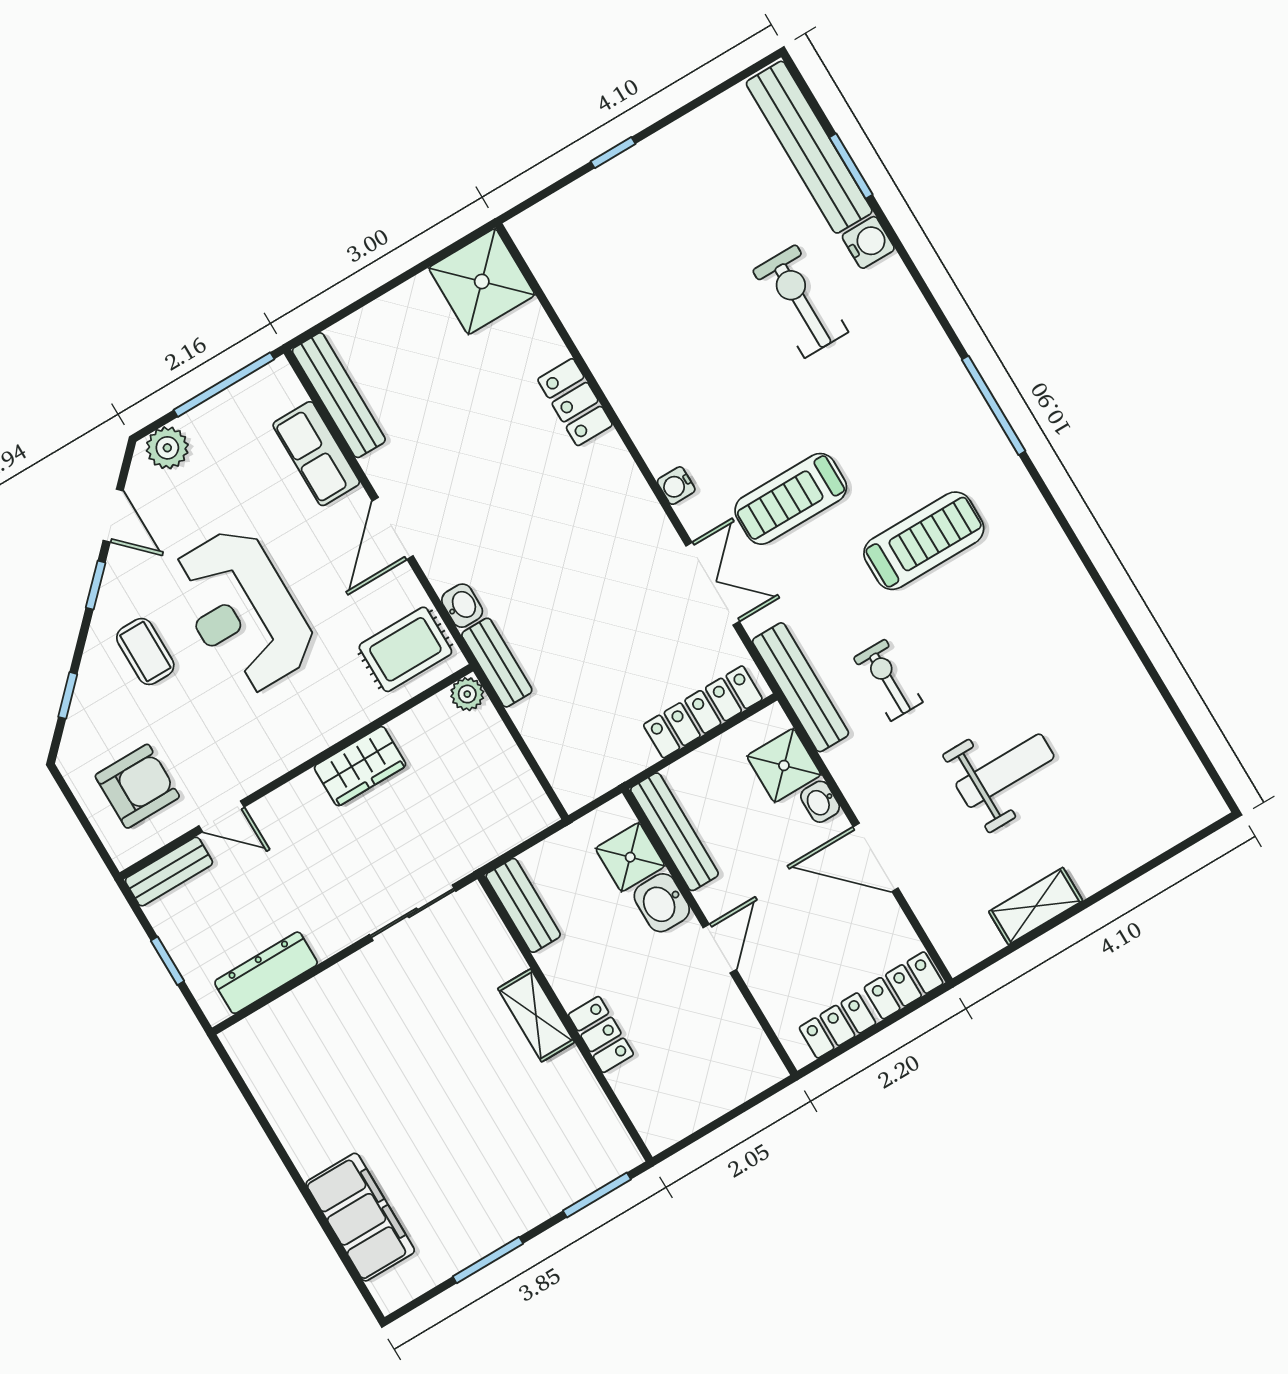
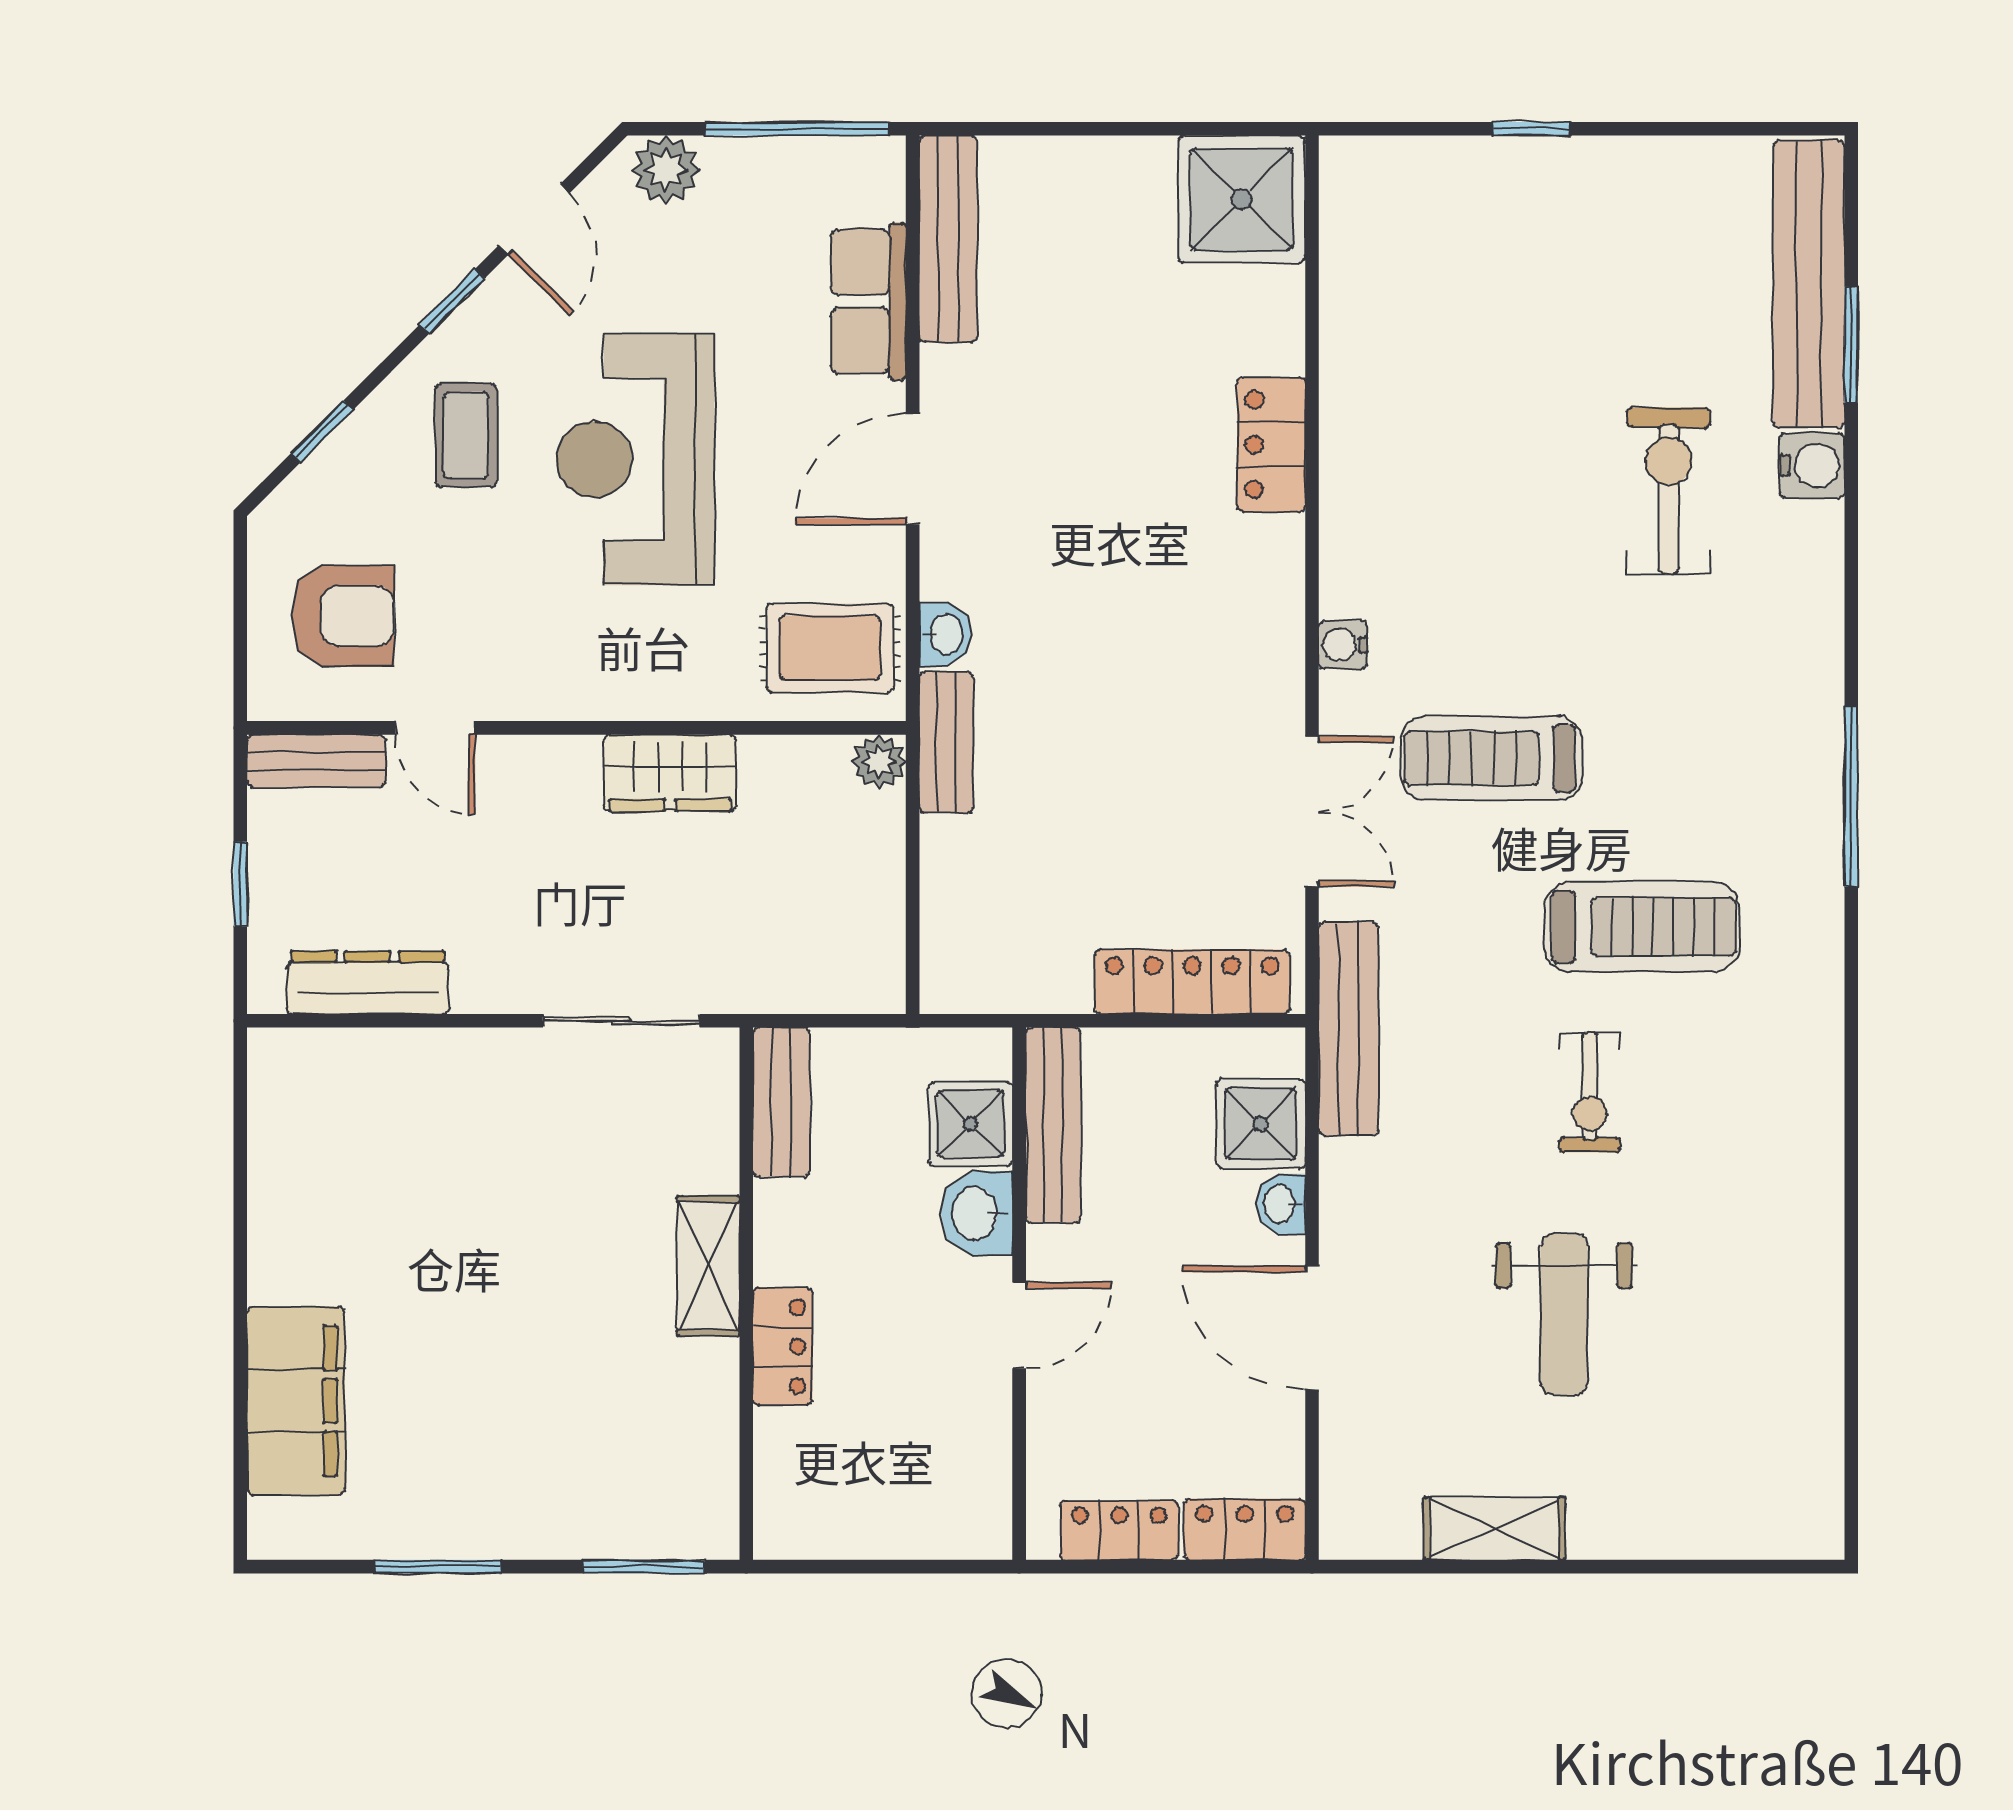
exercise bike: (888, 680) -> (1590, 1092), moved, turned 180
weight bench: (1005, 771) -> (1564, 1314), turned 90

